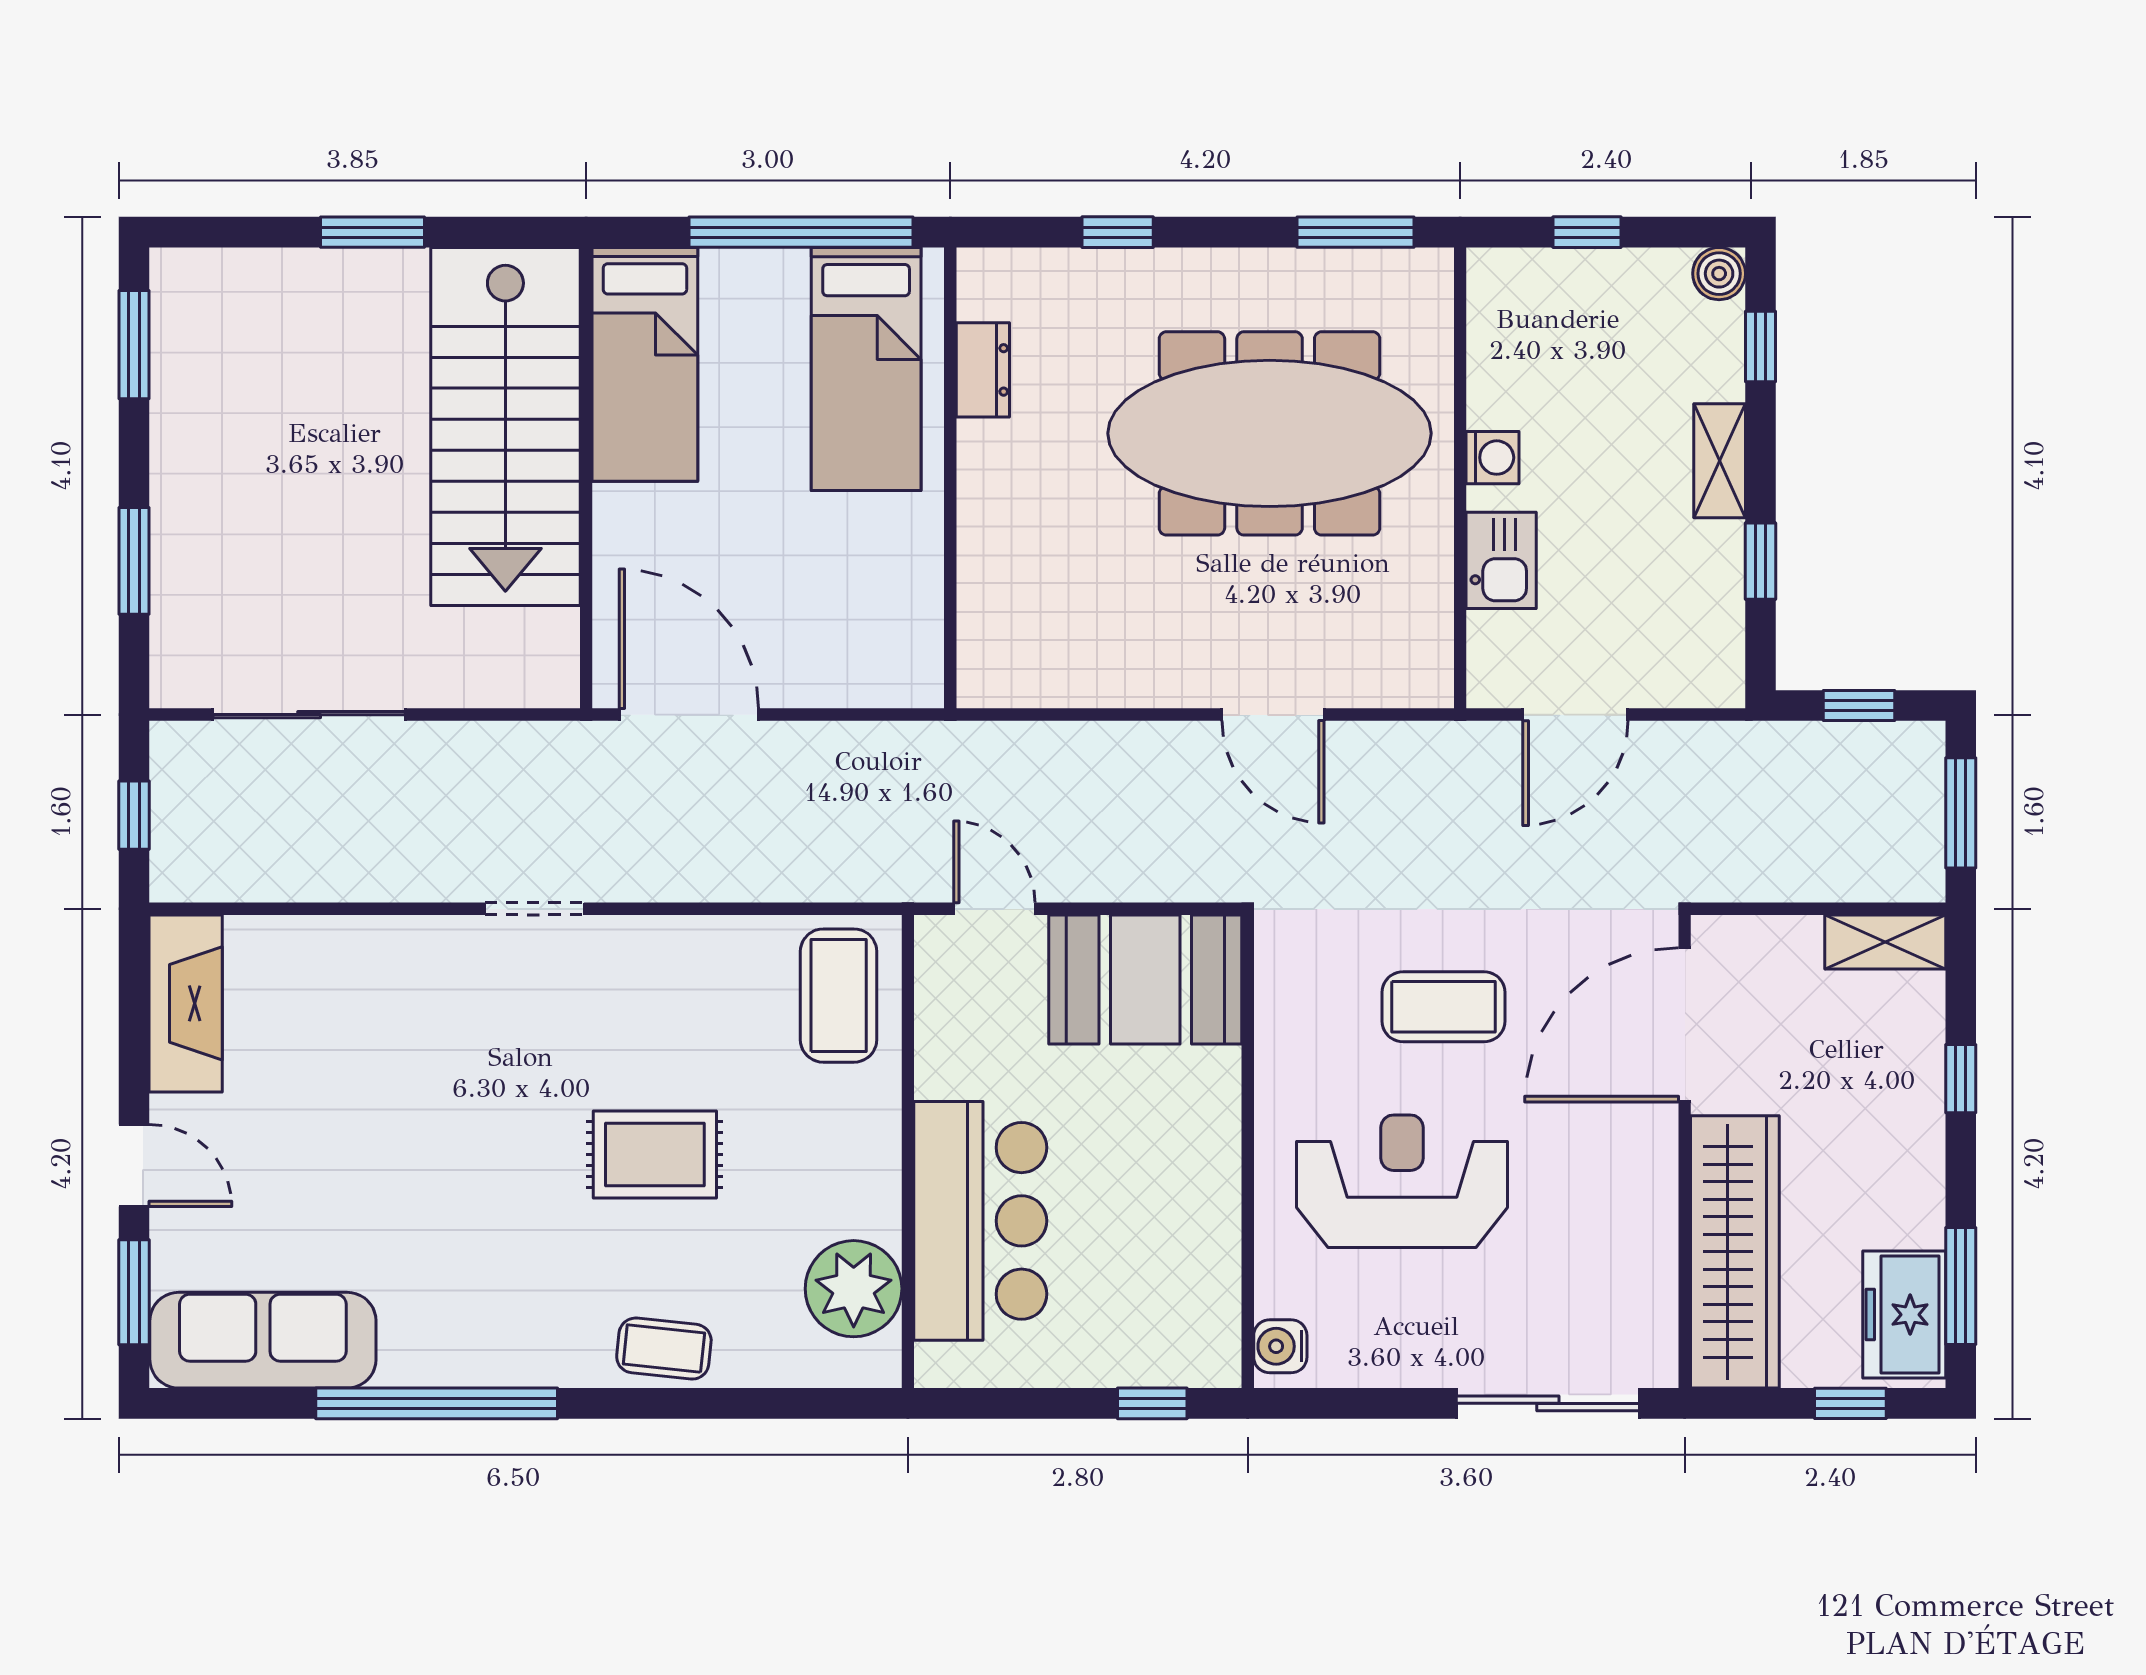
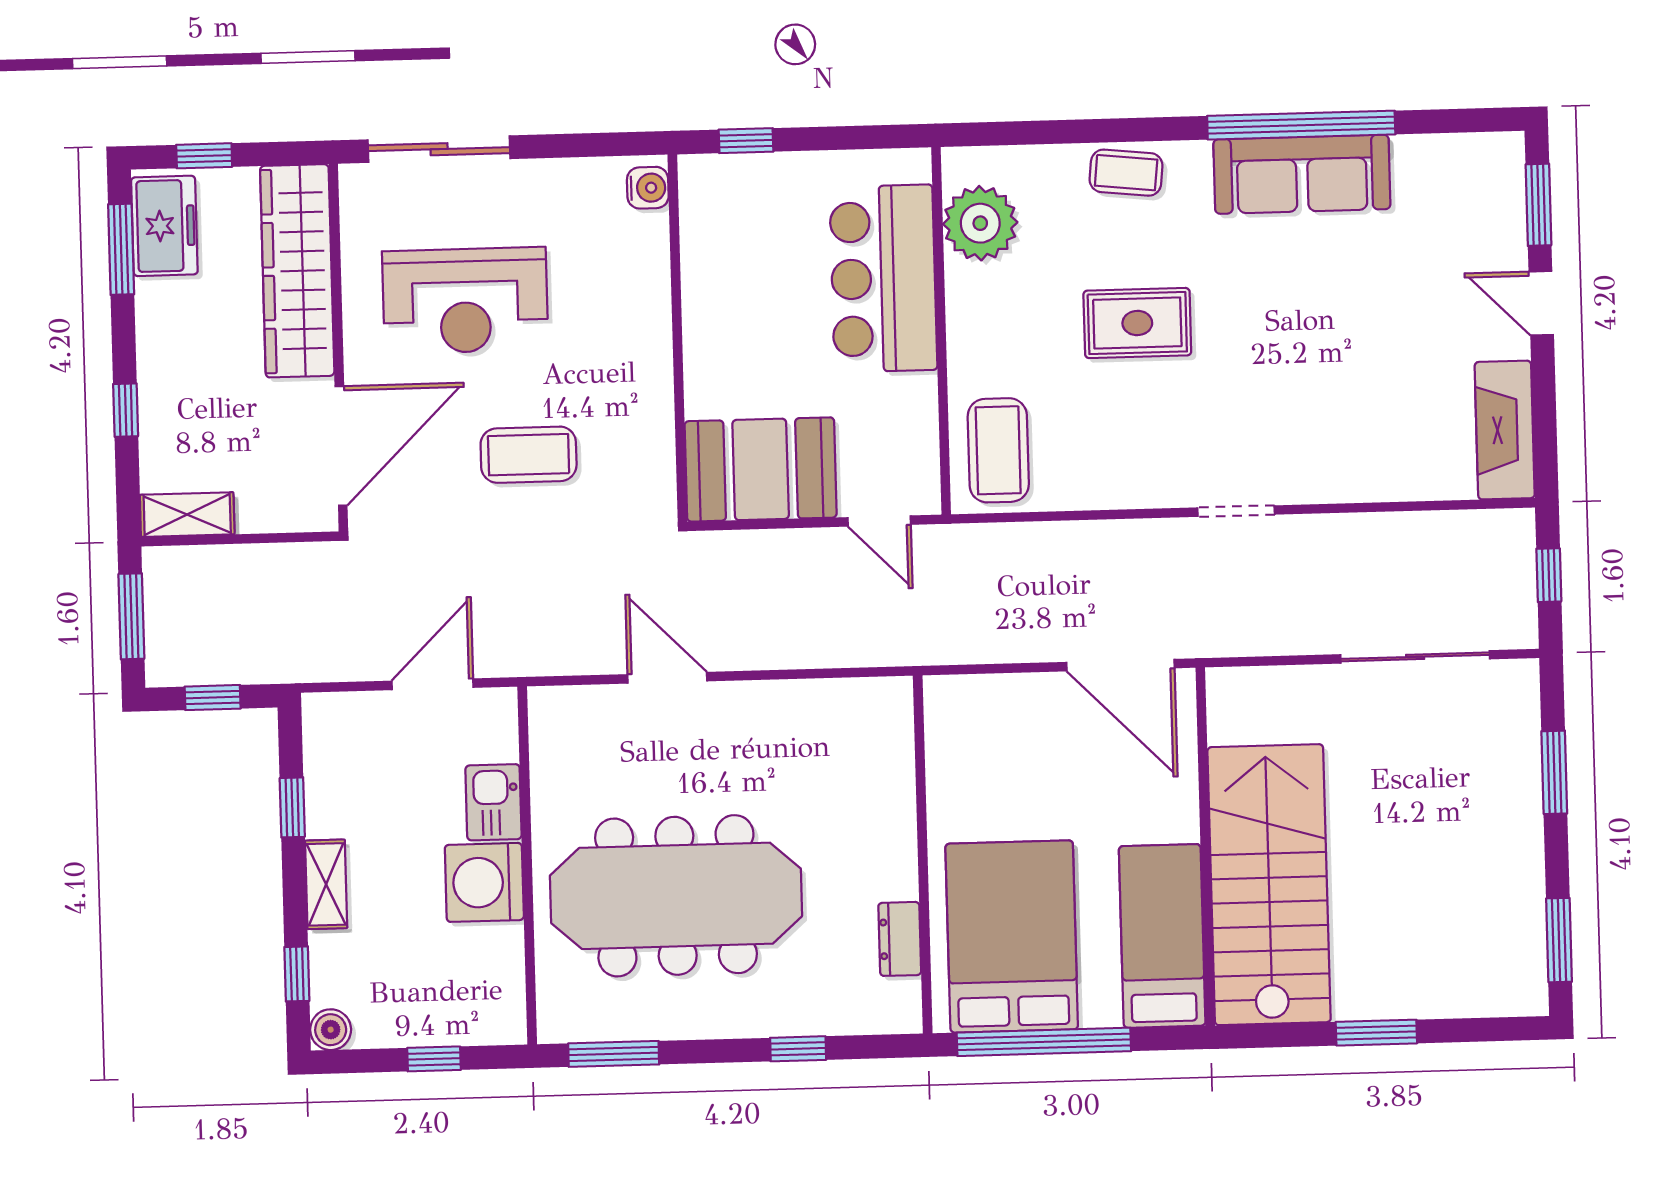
bed: (866, 369) -> (1012, 936), width x1.50
washing machine: (1492, 458) -> (484, 882), width x1.89, depth x1.89
reception desk: (1402, 1181) -> (465, 301), moved
sofa: (263, 1340) -> (1302, 174), moved

